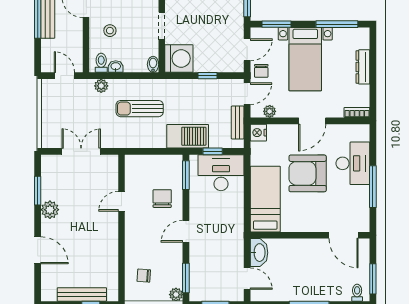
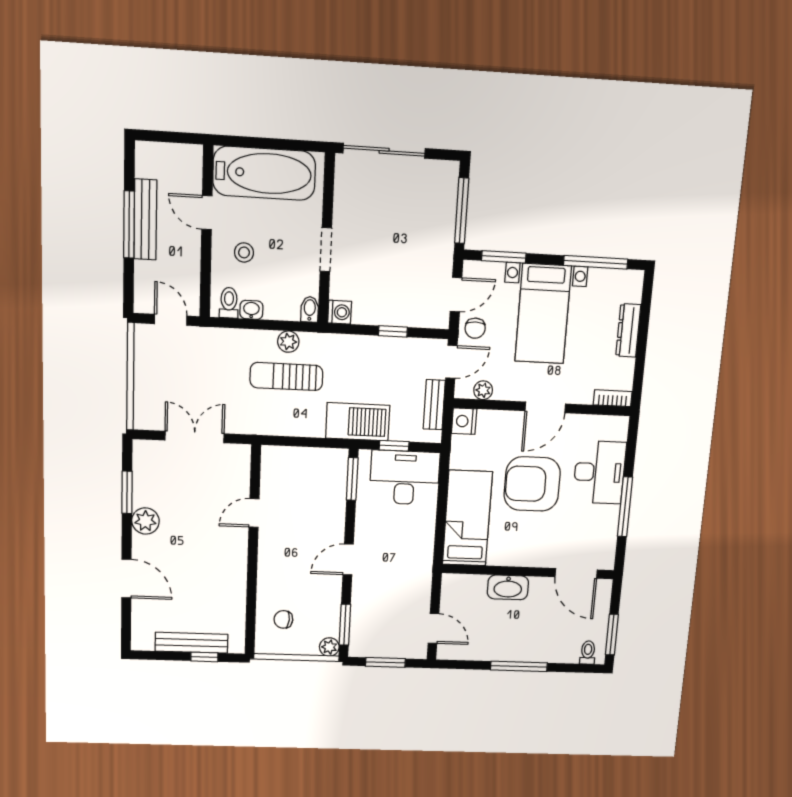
washing machine: (179, 58) -> (340, 312), width x0.53, depth x0.53
plant: (101, 86) -> (288, 342), moved
chair: (162, 199) -> (315, 511), removed
washbasin: (259, 253) -> (508, 587), moved, turned 90

